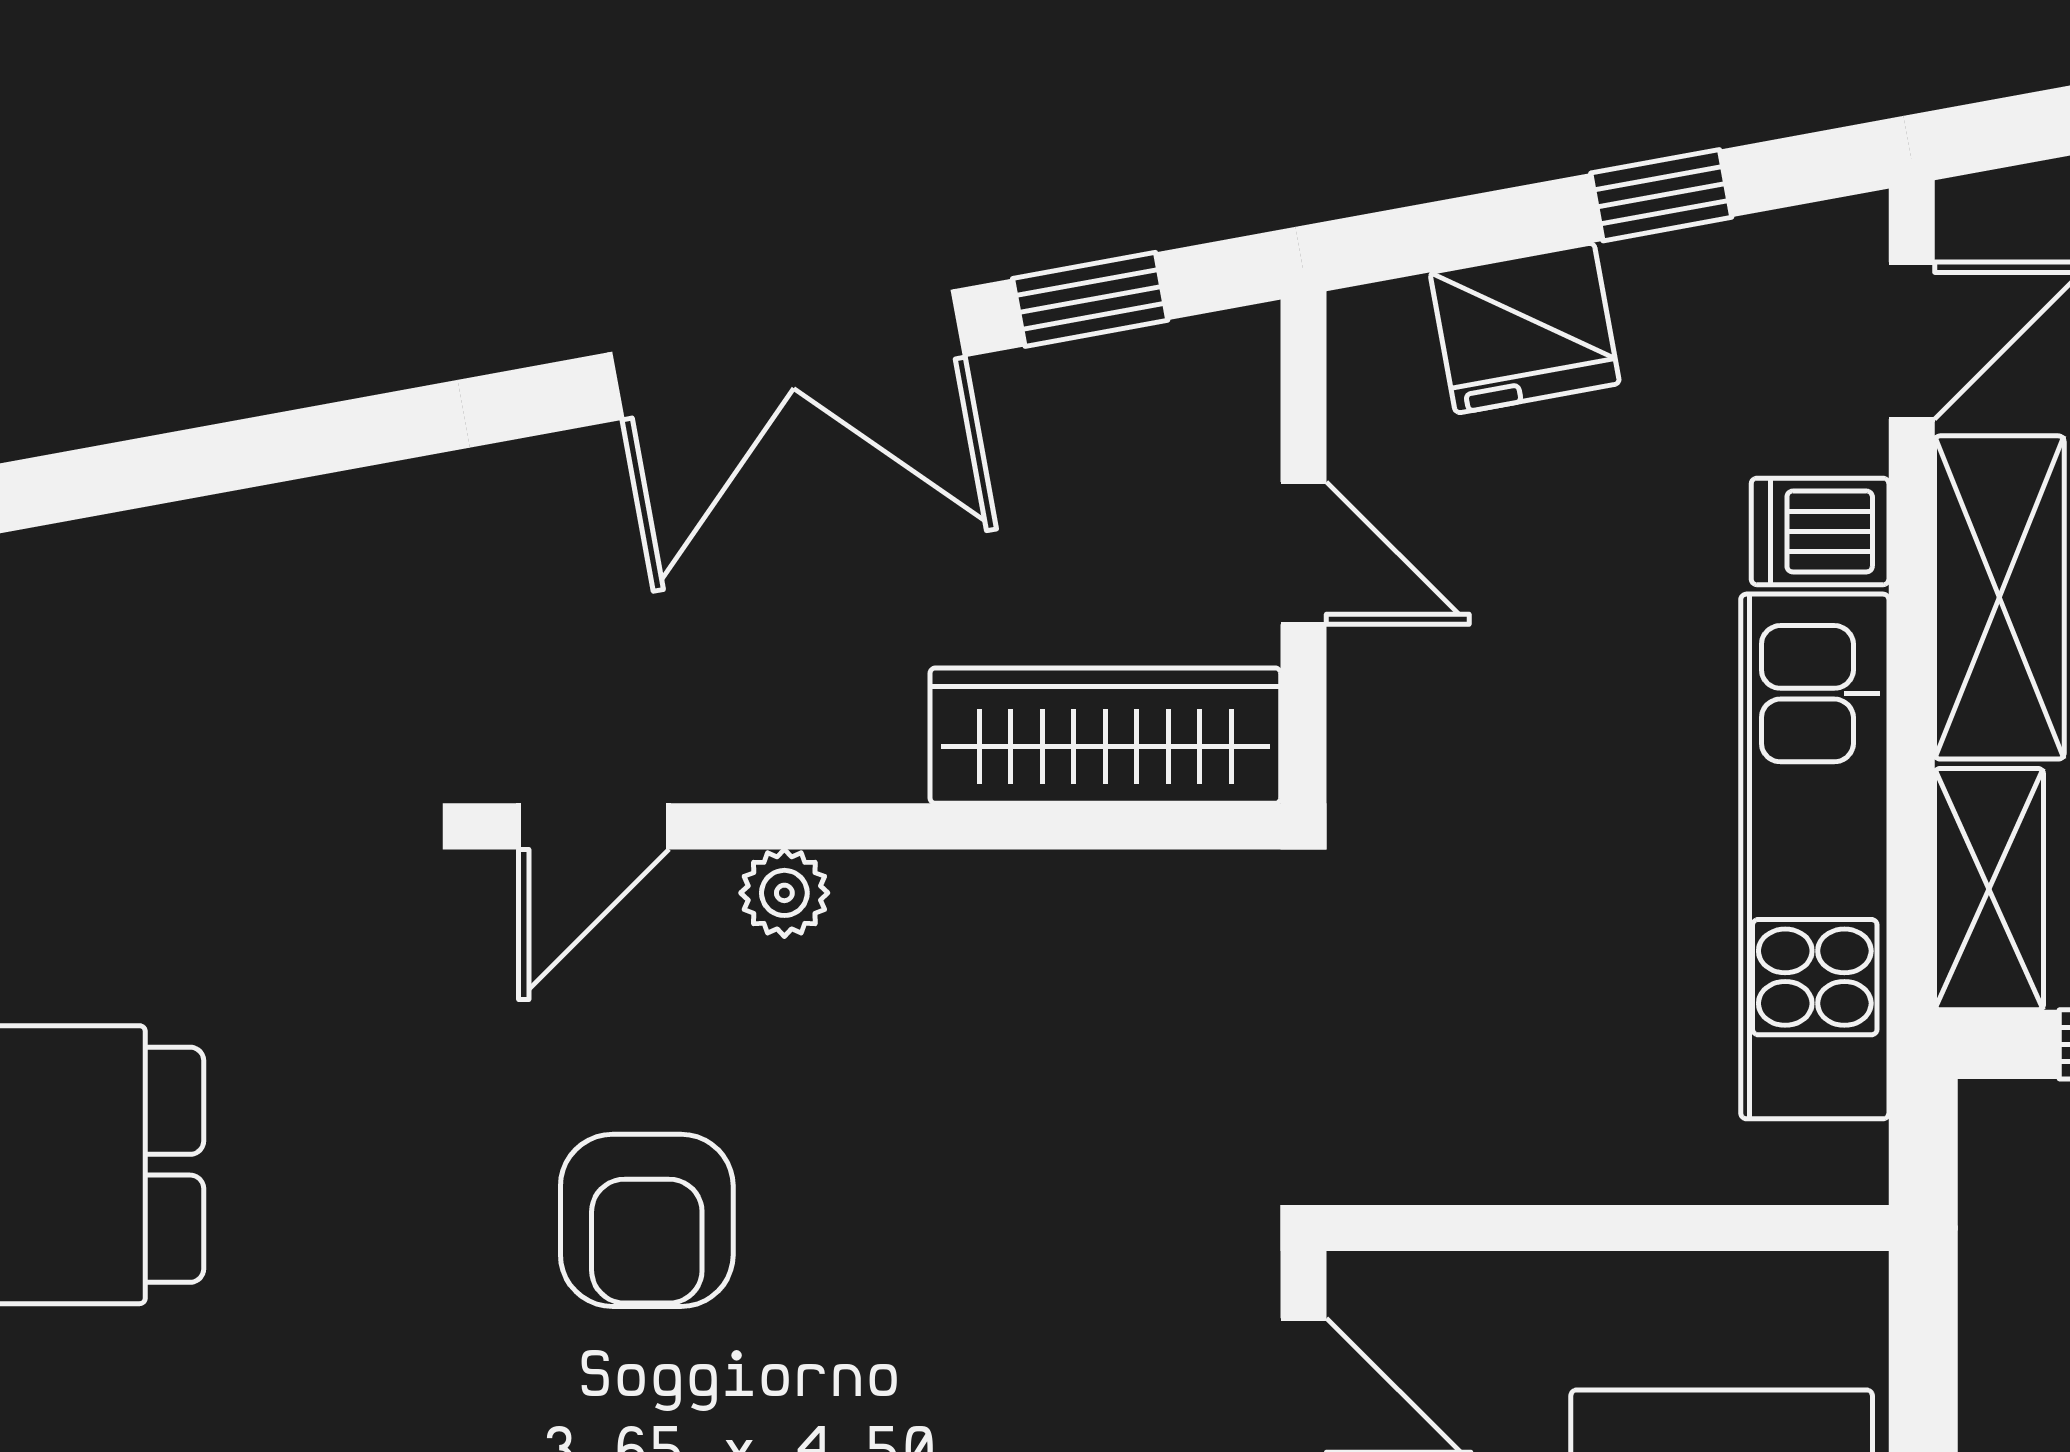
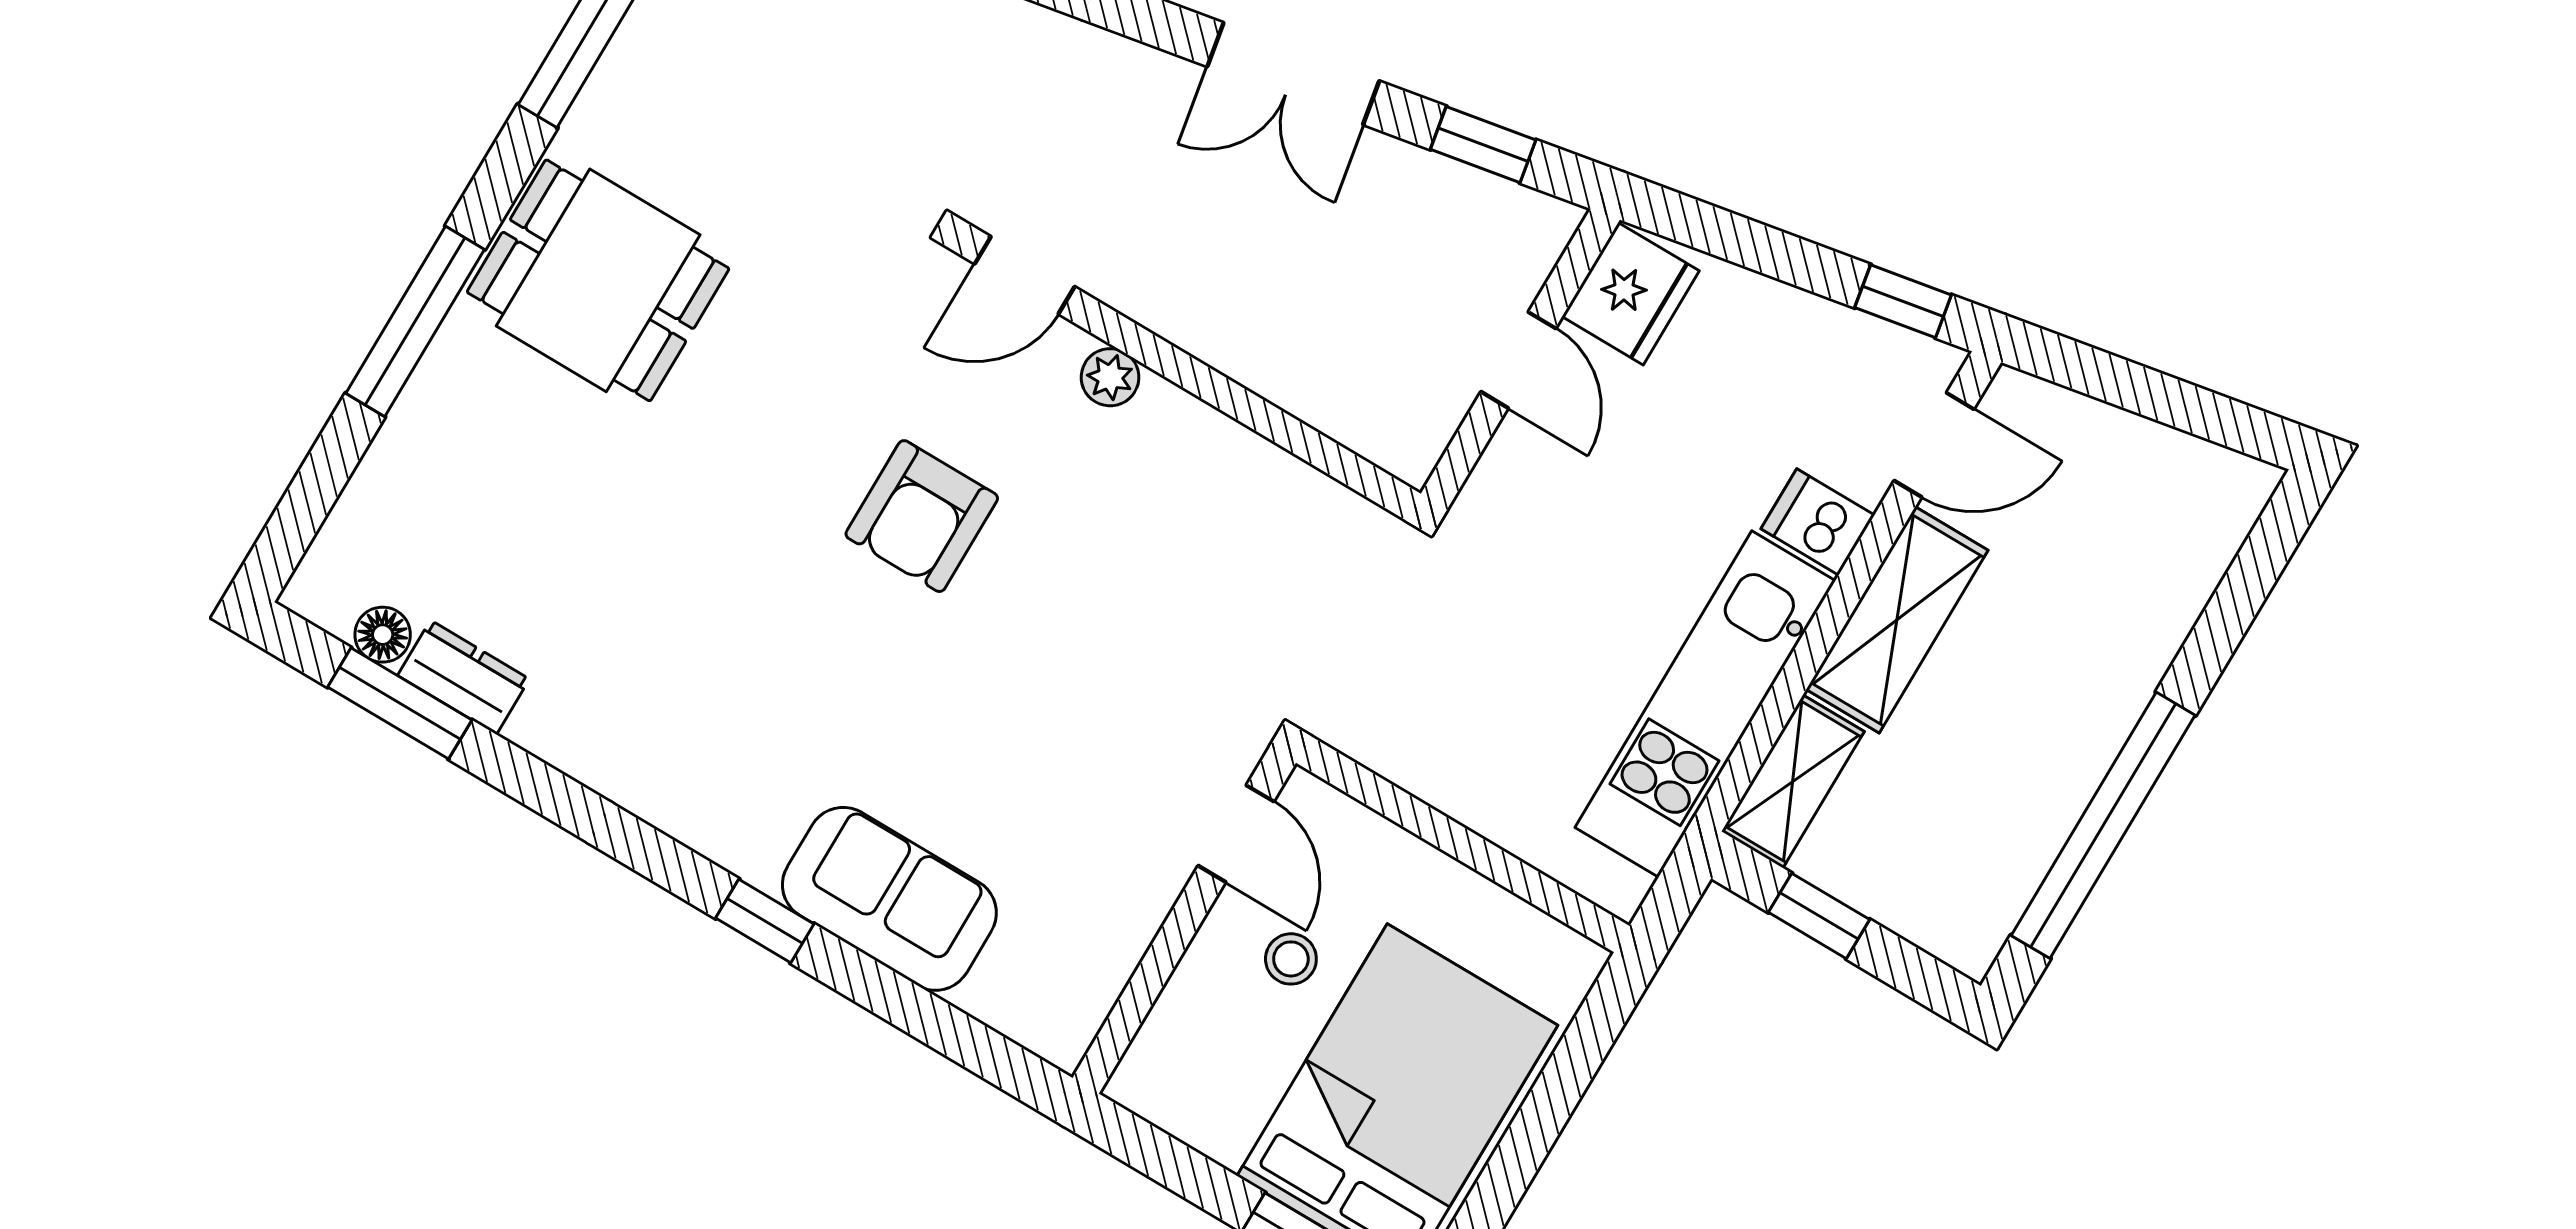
window: (1661, 195) -> (1903, 301), moved
fridge: (1525, 328) -> (1631, 294), moved, turned -80
double door: (787, 355) -> (1293, 74), width x0.73
wardrobe: (1105, 736) -> (1345, 396), removed

